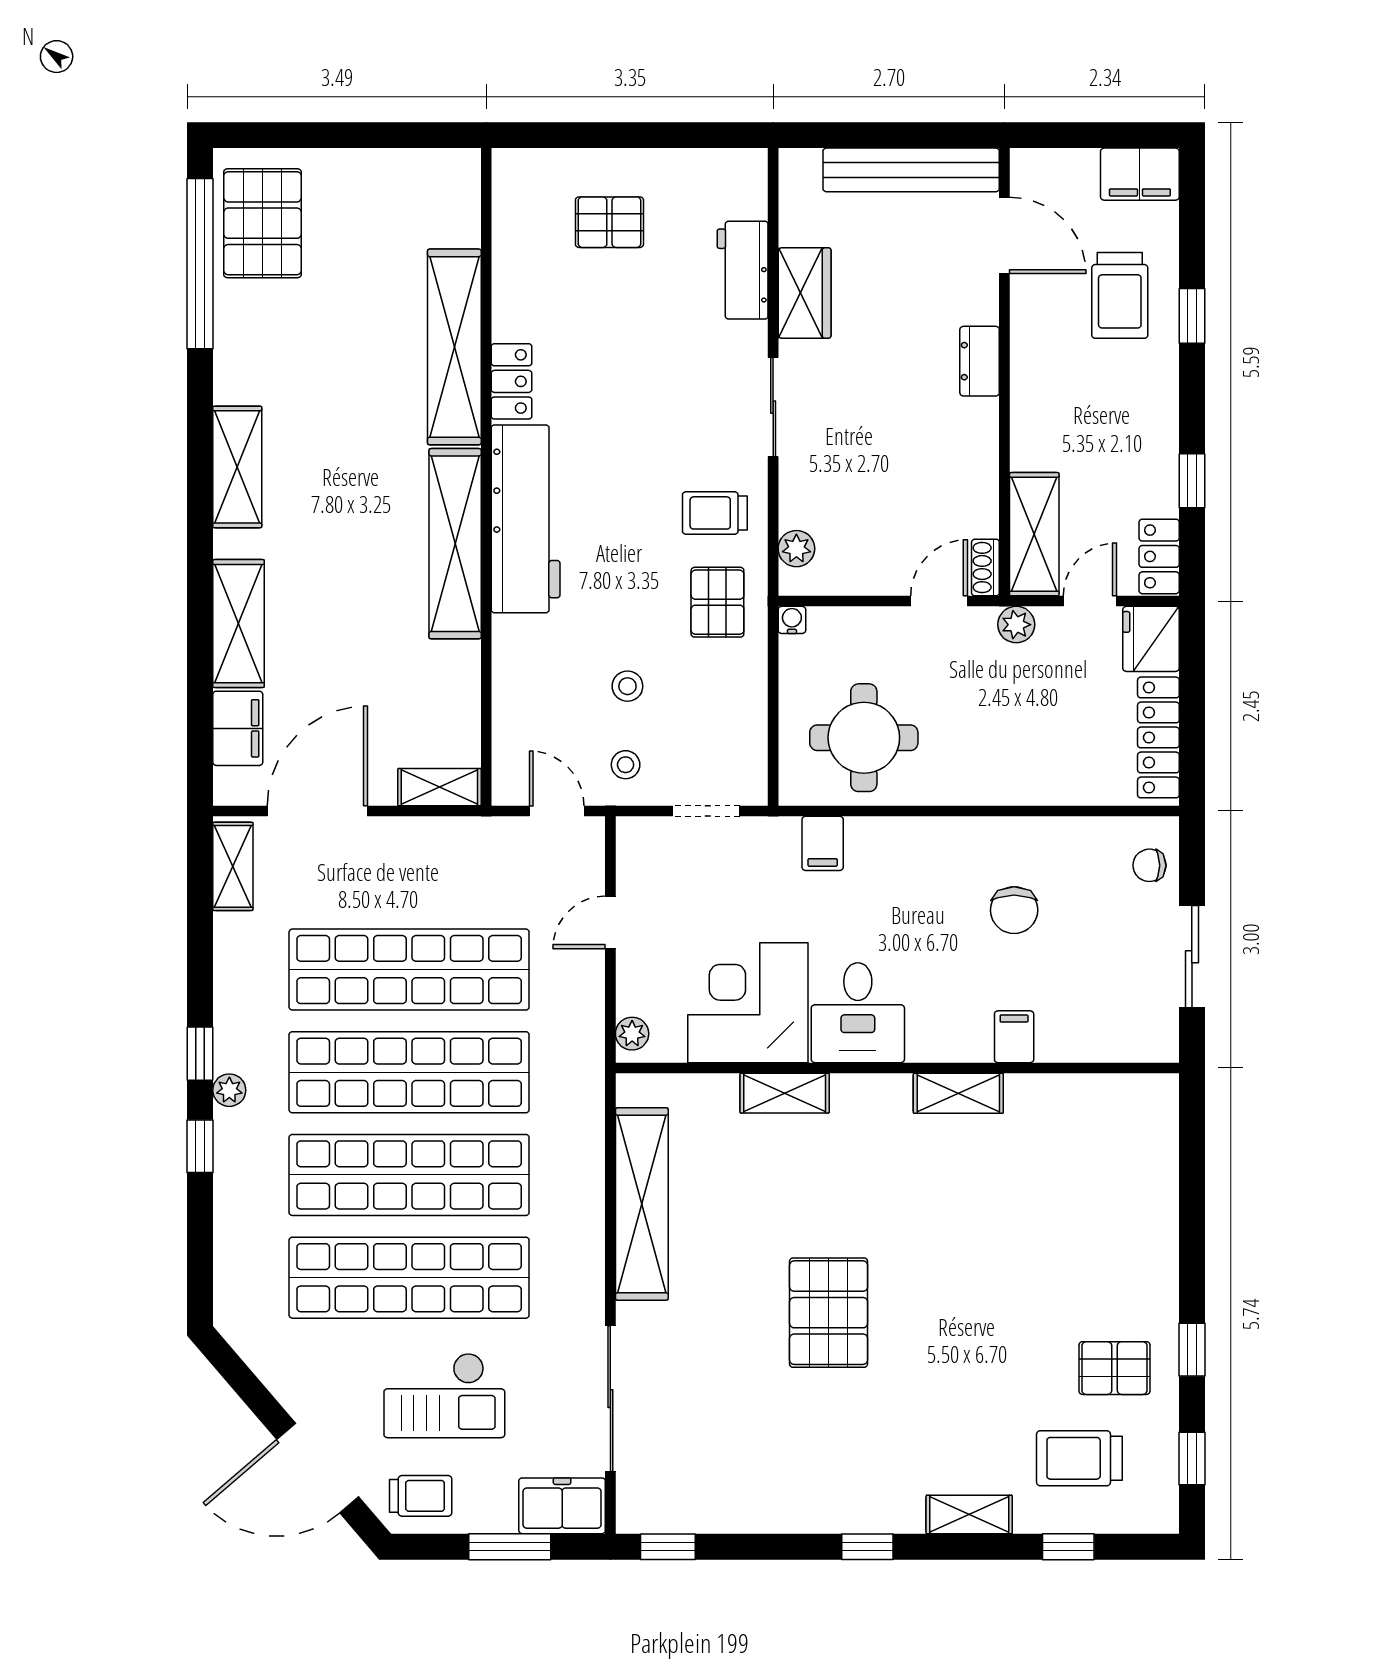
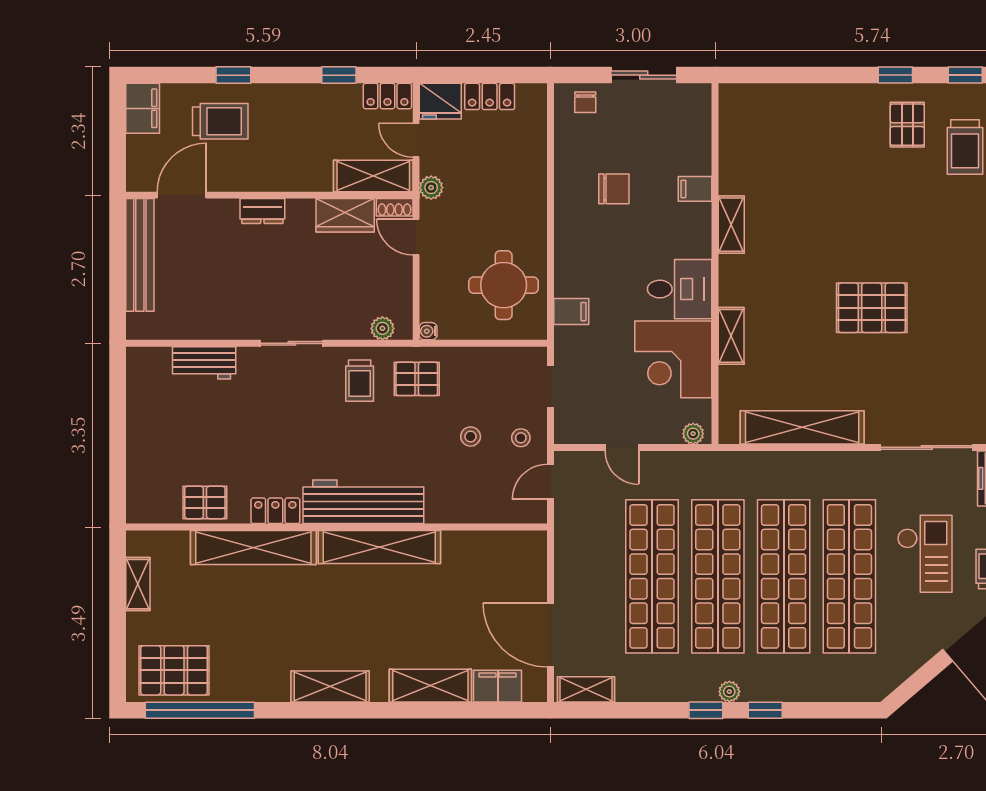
pallet: (609, 222) -> (205, 502), moved, turned 90
wardrobe: (805, 293) -> (345, 215), moved, turned 180
locker: (1158, 737) -> (490, 96), width x0.66
shelving: (439, 787) -> (138, 584), moved

